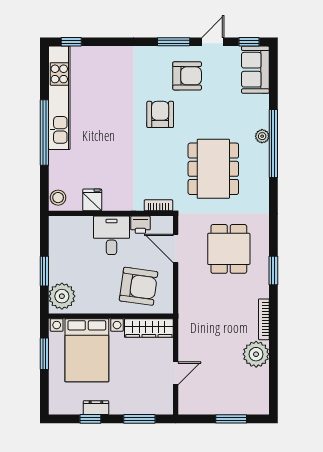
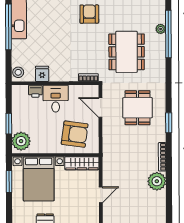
printer: (140, 225) -> (35, 91), moved

